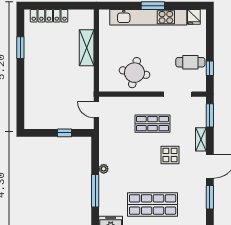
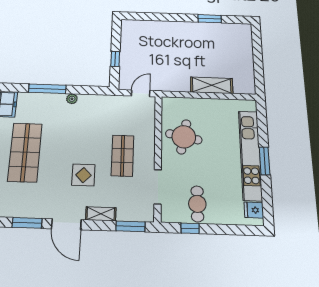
locker: (49, 16) -> (246, 48), removed

